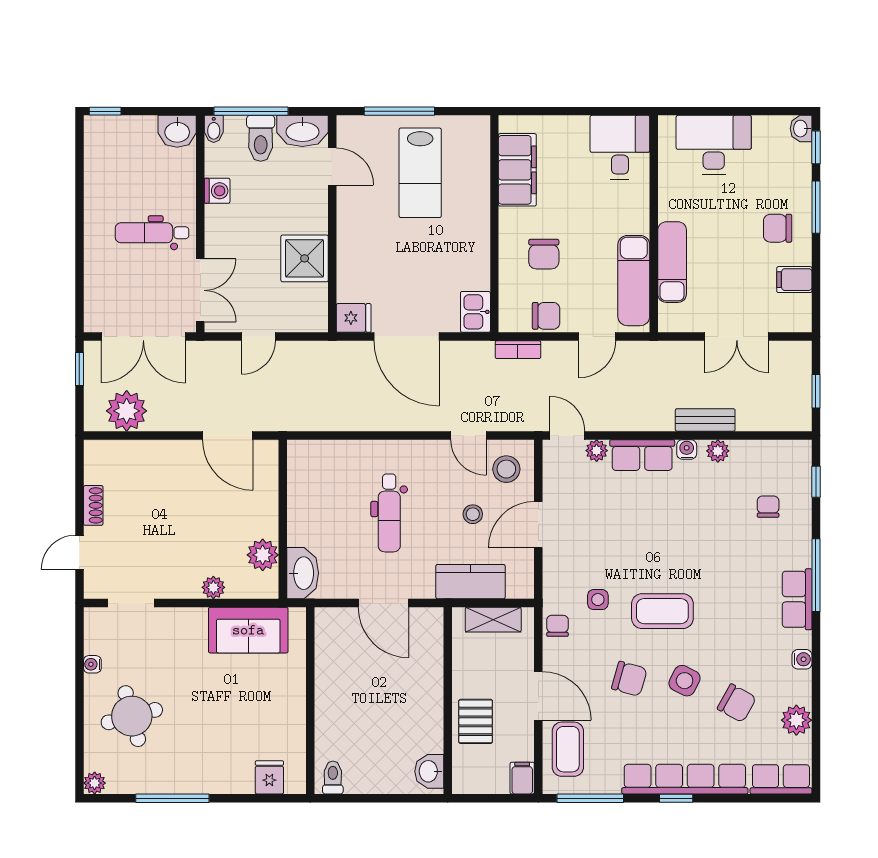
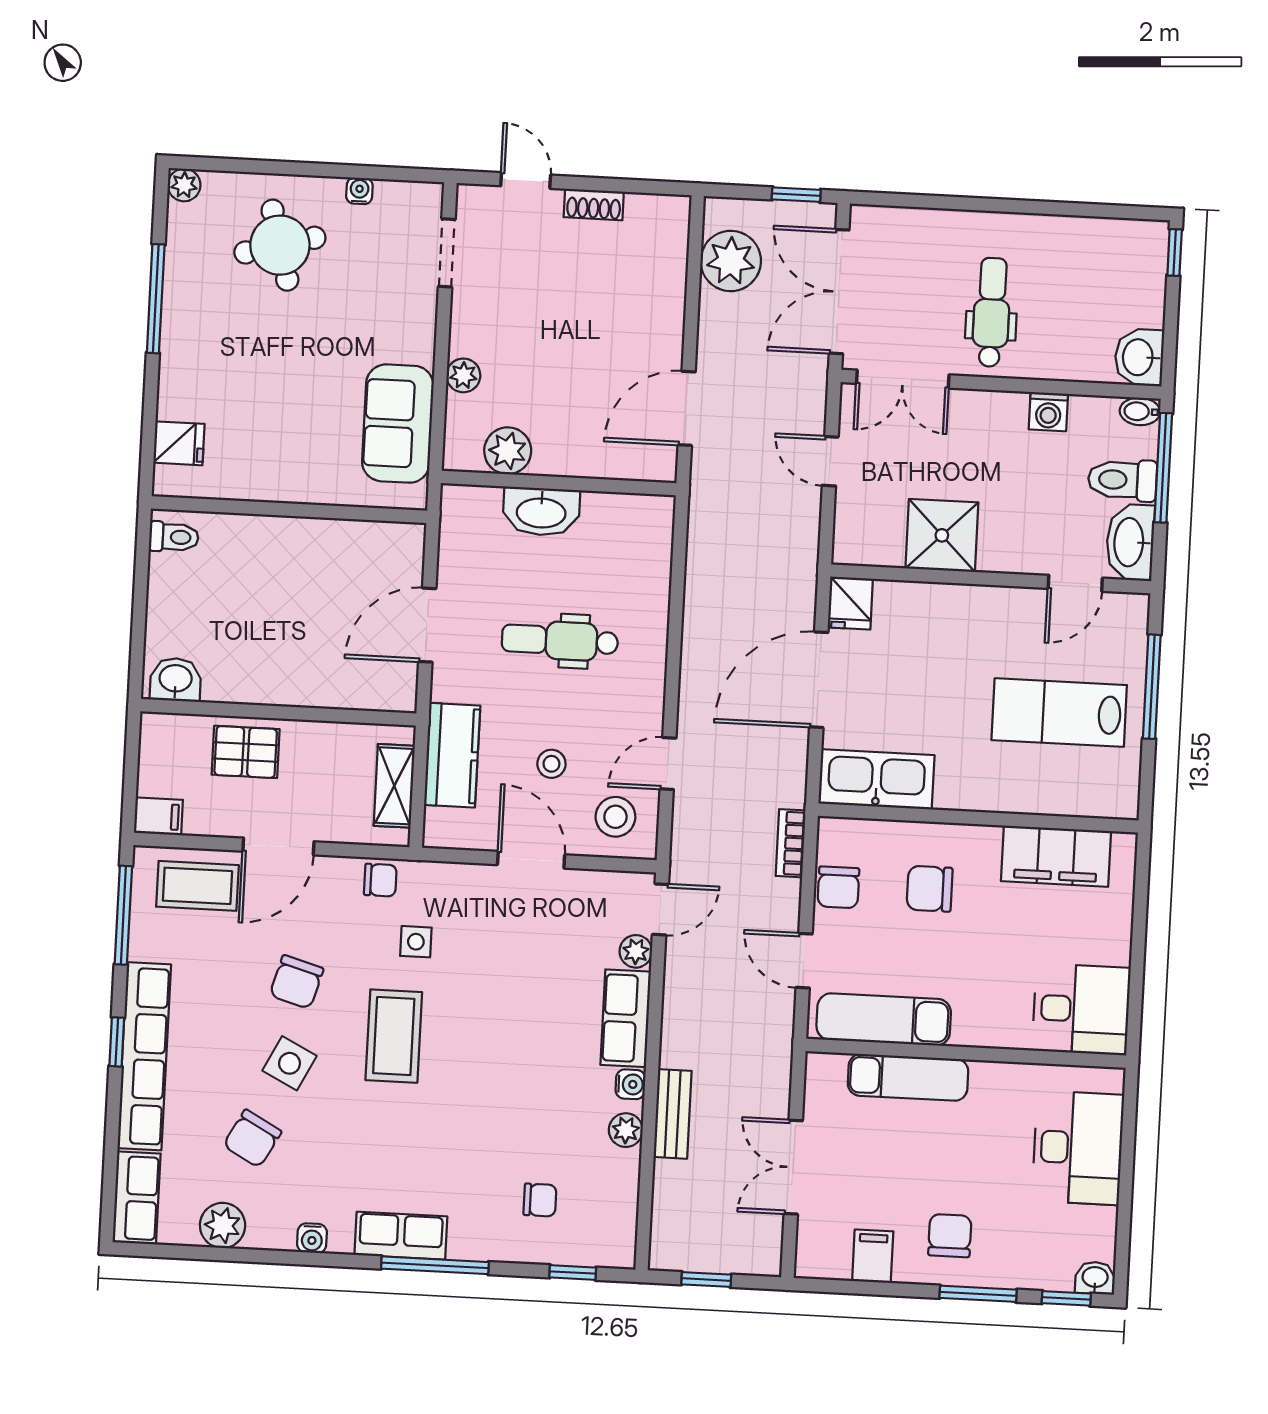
kitchen sink: (475, 312) -> (876, 779), width x1.87, depth x1.24
washbasin: (303, 573) -> (541, 512), moved

